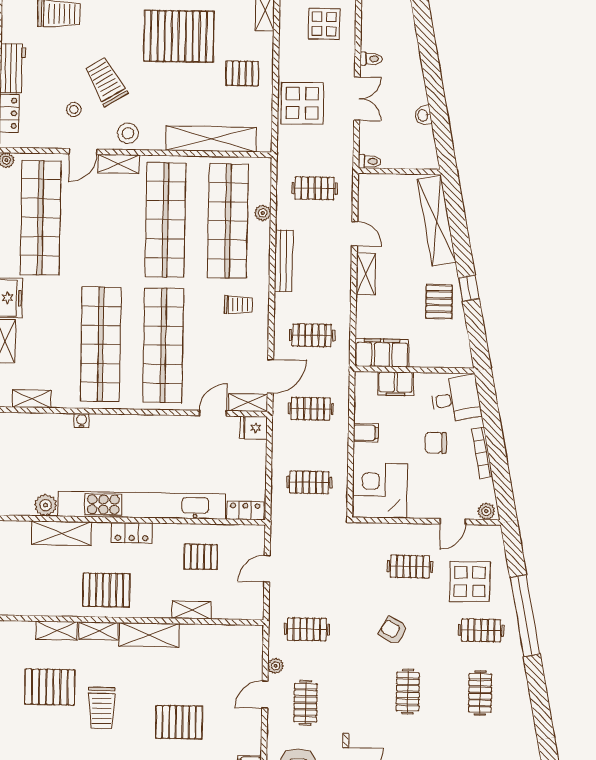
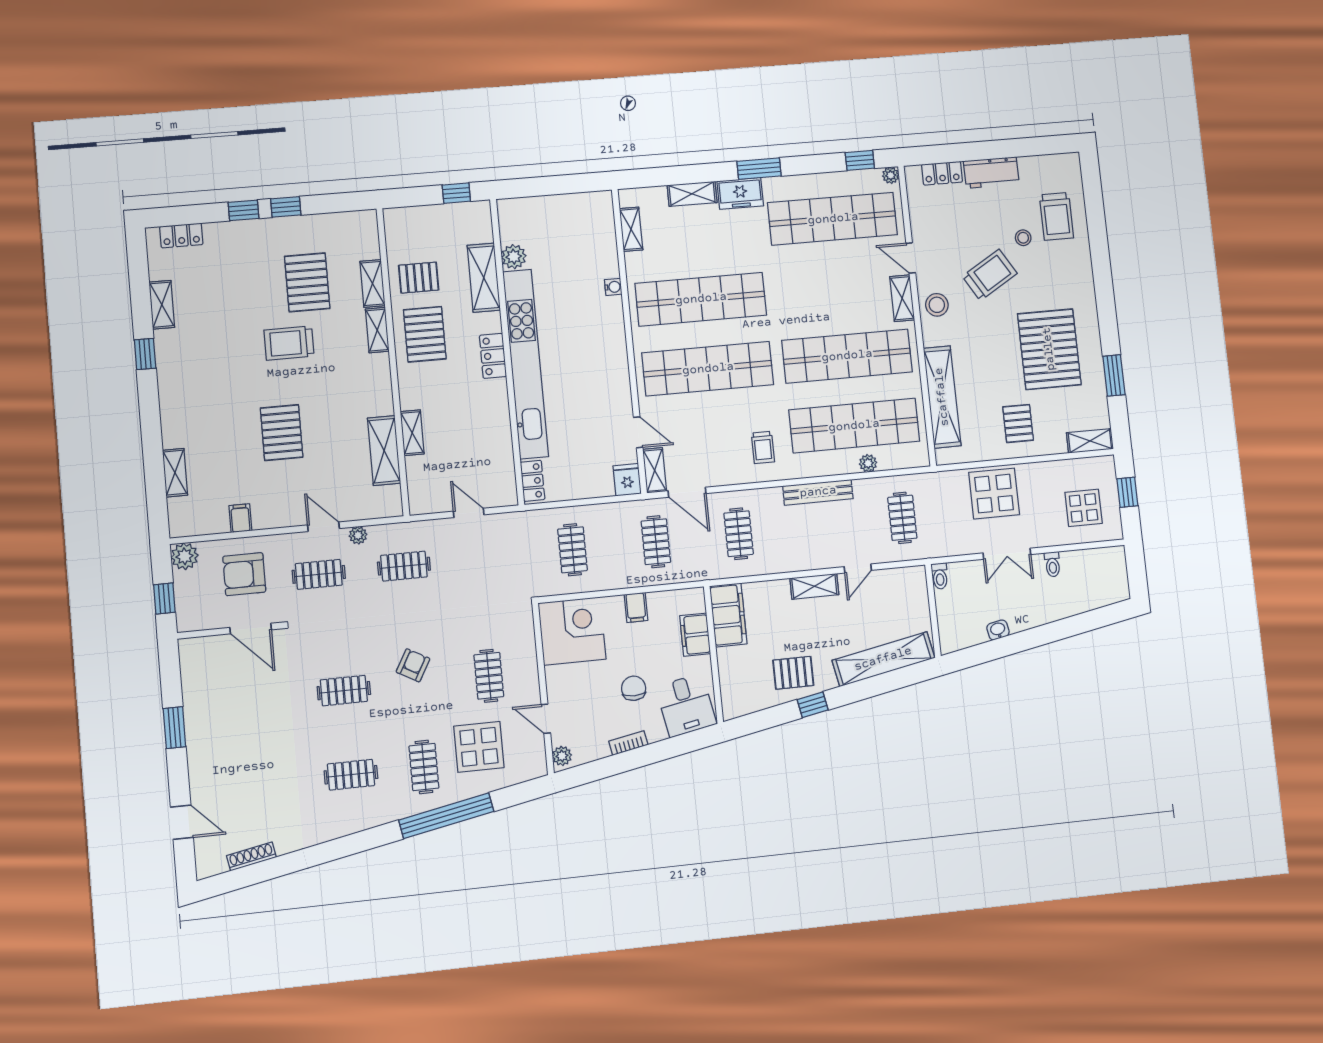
stool: (74, 110) -> (1023, 238), moved
bookcase: (482, 453) -> (628, 743), width x0.64
pallet: (201, 557) -> (419, 278), moved, turned 90
clothes rail: (307, 629) -> (404, 566), turned 90
shelving: (149, 635) -> (384, 451), moved

